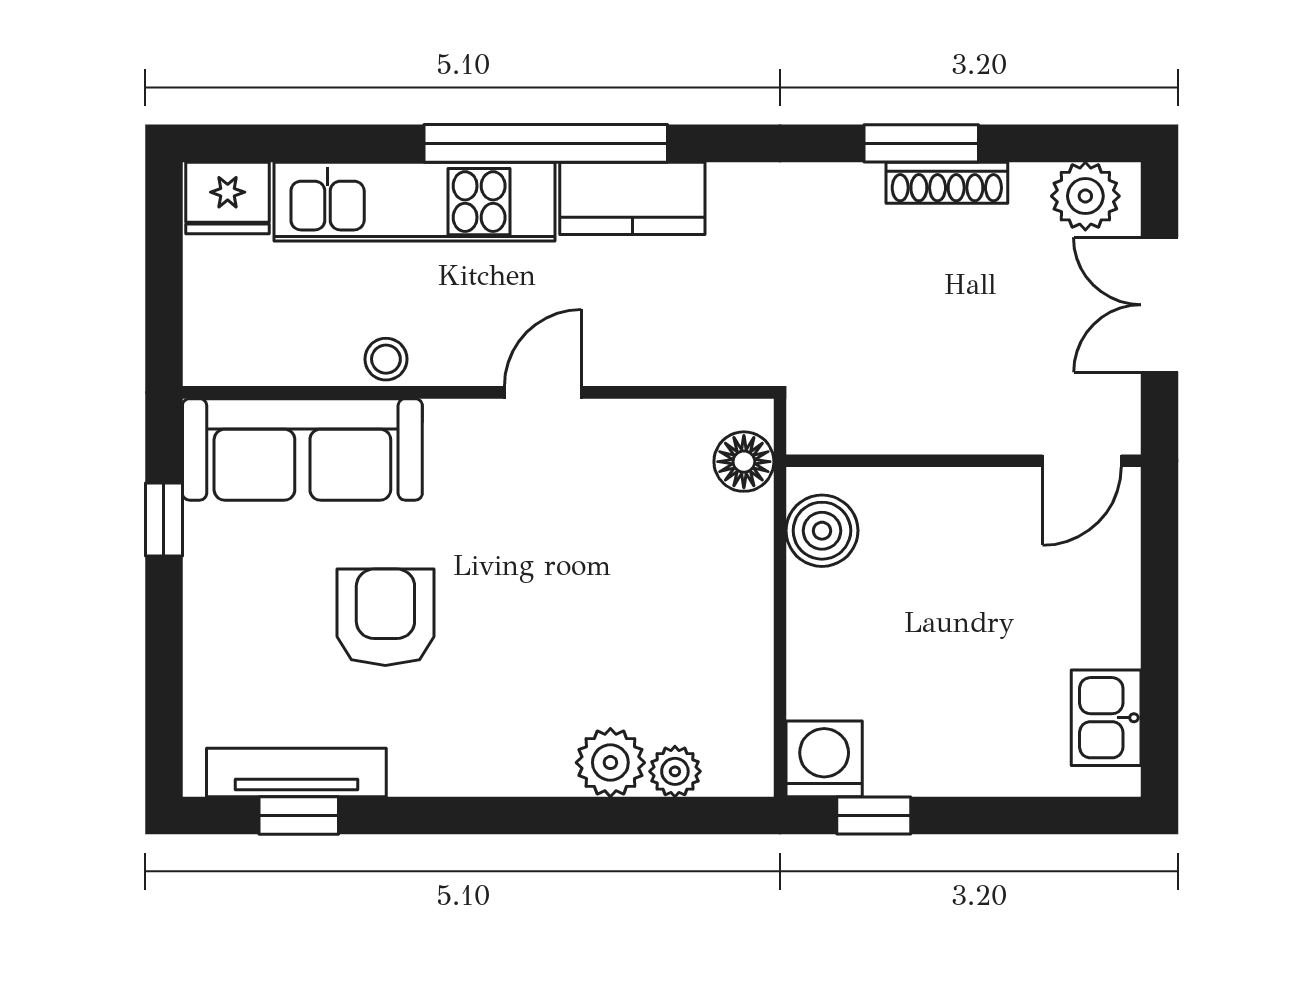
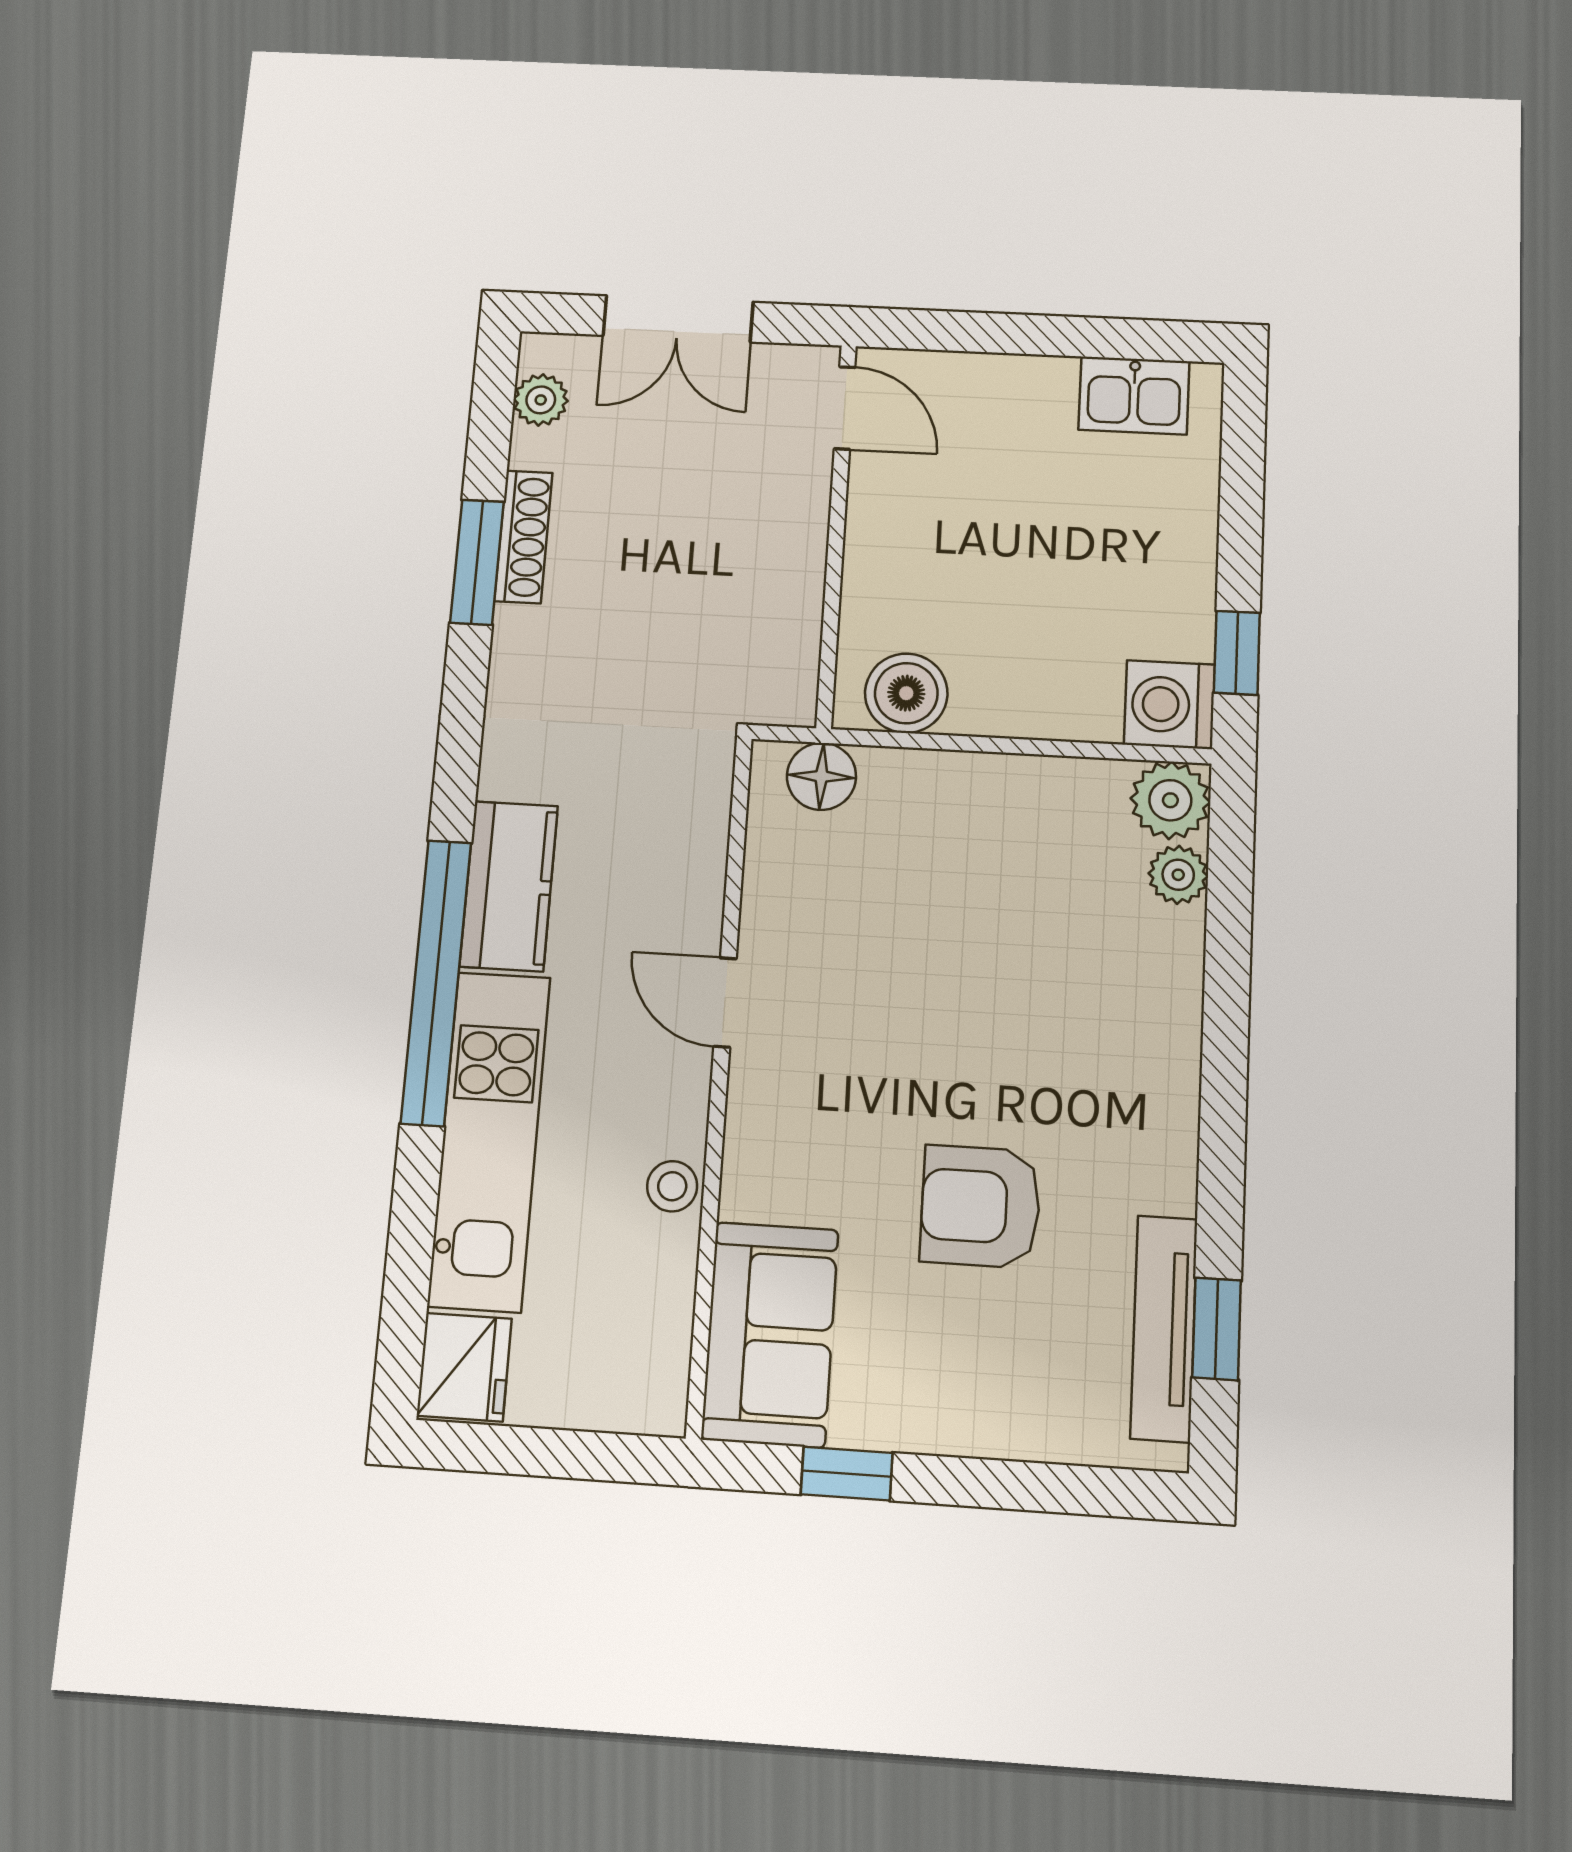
plant: (1085, 196) -> (541, 400), width x0.73, depth x0.73
sofa: (302, 449) -> (770, 1334), width x0.73
plant: (610, 763) -> (1170, 800), moved

